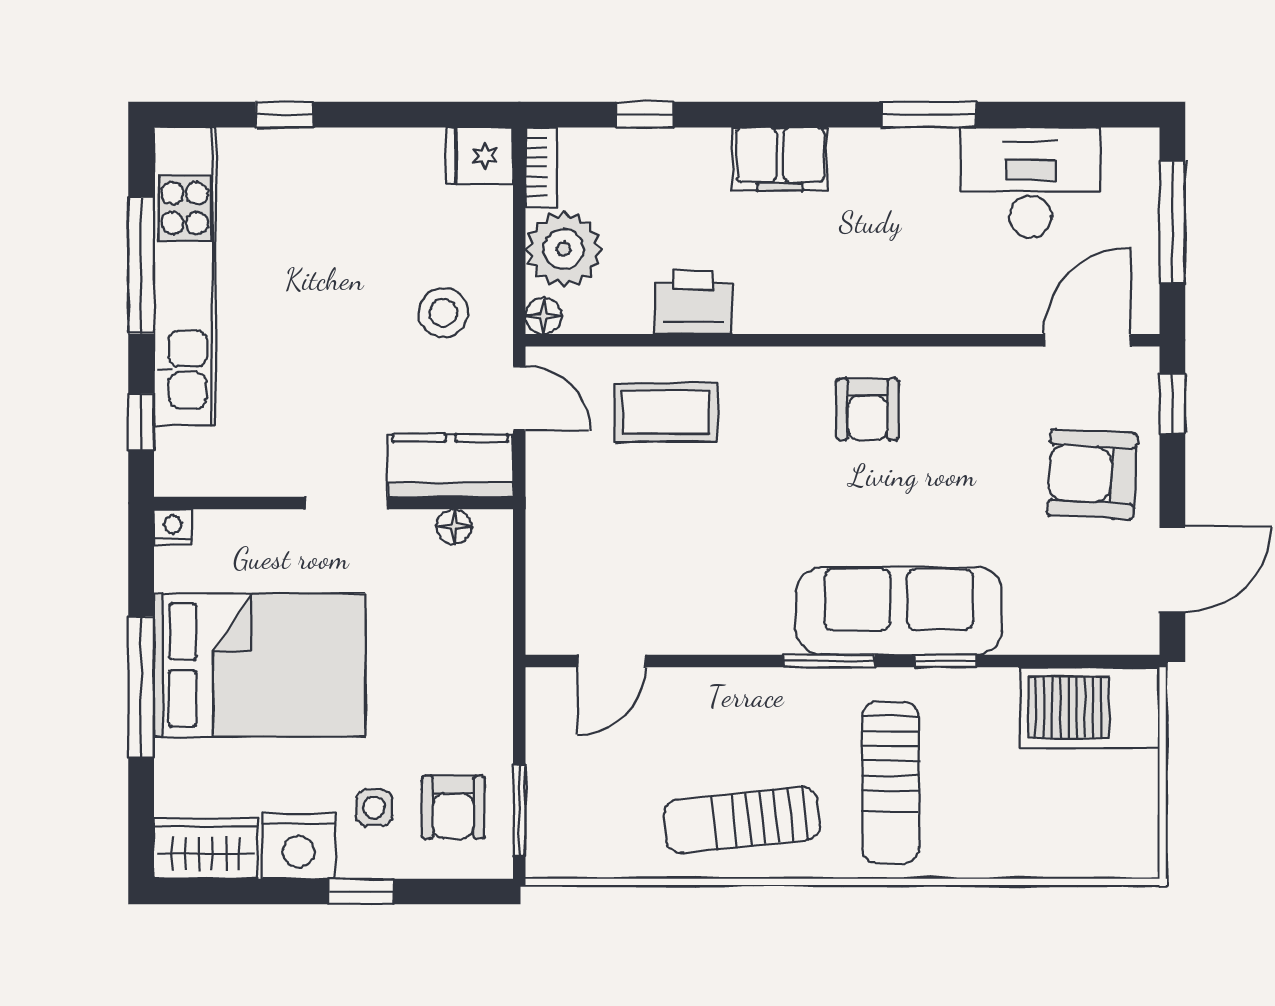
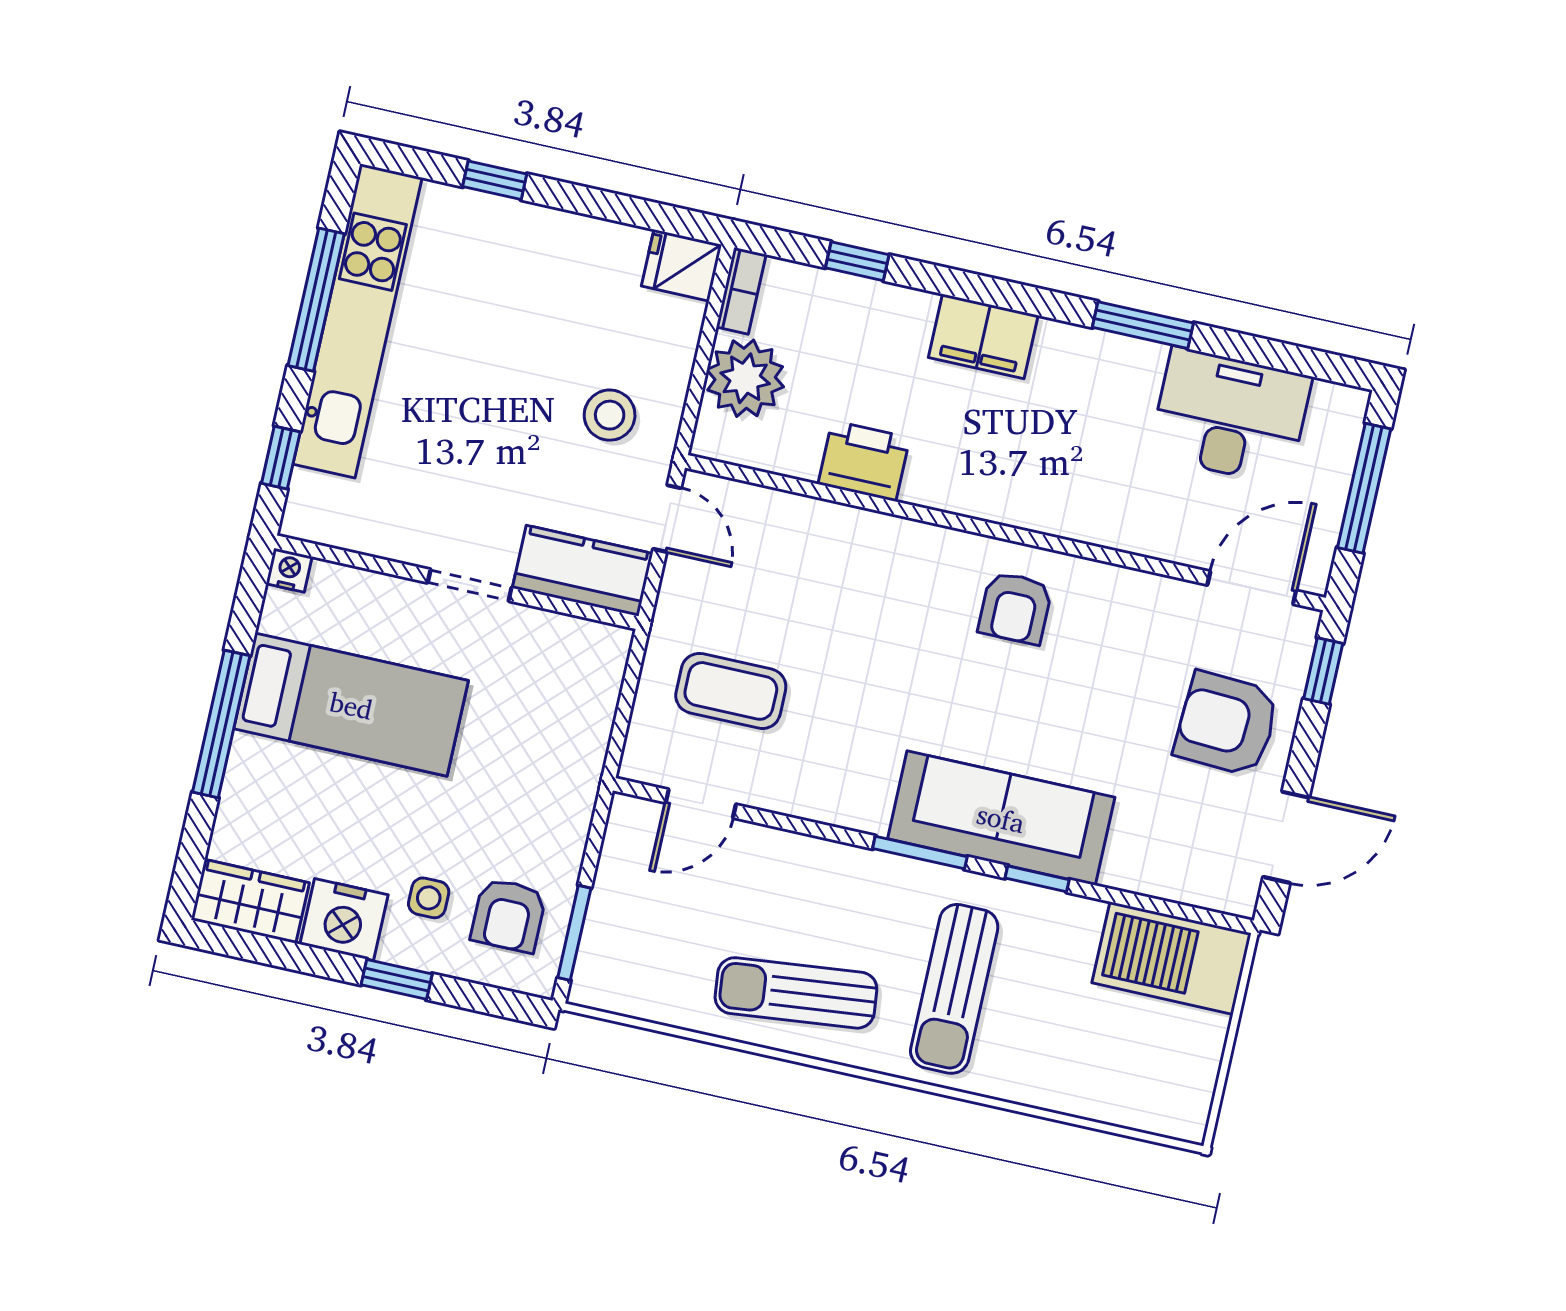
floor lamp: (544, 316) -> (710, 441), removed
coffee table: (666, 412) -> (731, 691), moved
floor lamp: (454, 527) -> (572, 633), removed
bed: (260, 665) -> (351, 705), width x0.67

